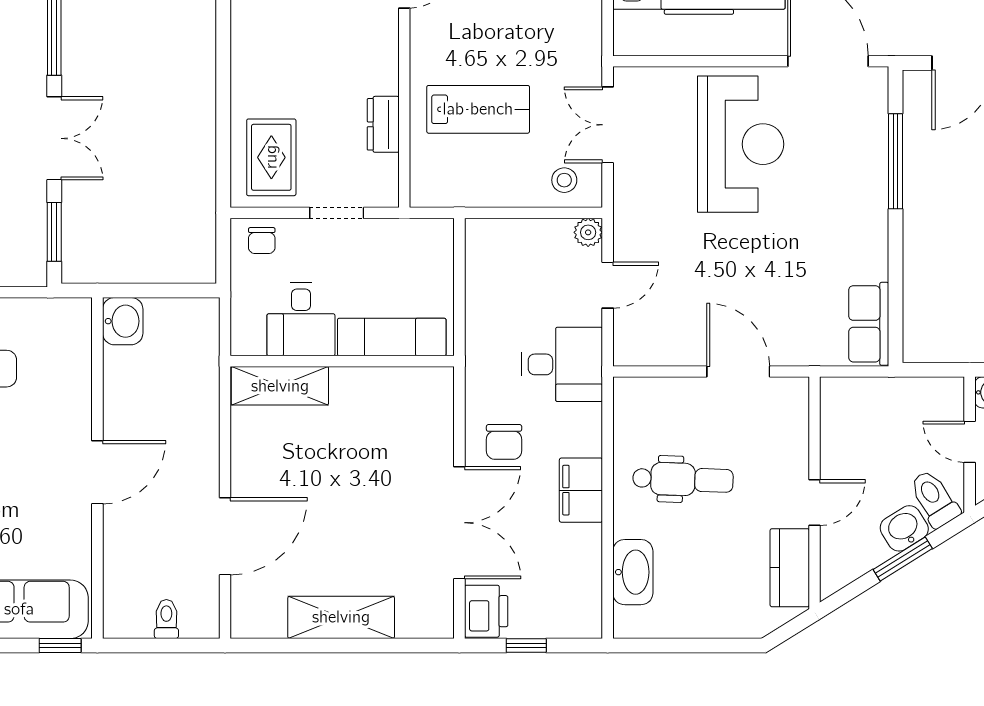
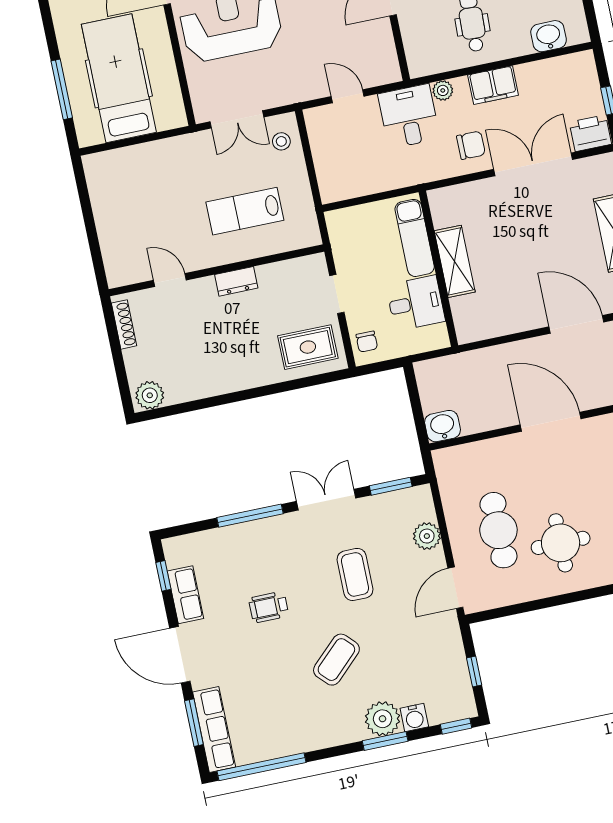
lab bench: (478, 109) -> (245, 211), turned -90
dresser: (383, 124) -> (236, 281), moved
plant: (588, 232) -> (443, 90), moved
chair: (262, 241) -> (367, 342), turned 90
shelving: (280, 386) -> (455, 261), moved
door: (97, 472) -> (551, 422), width x1.36
washbasin: (633, 572) -> (549, 36), width x0.72

